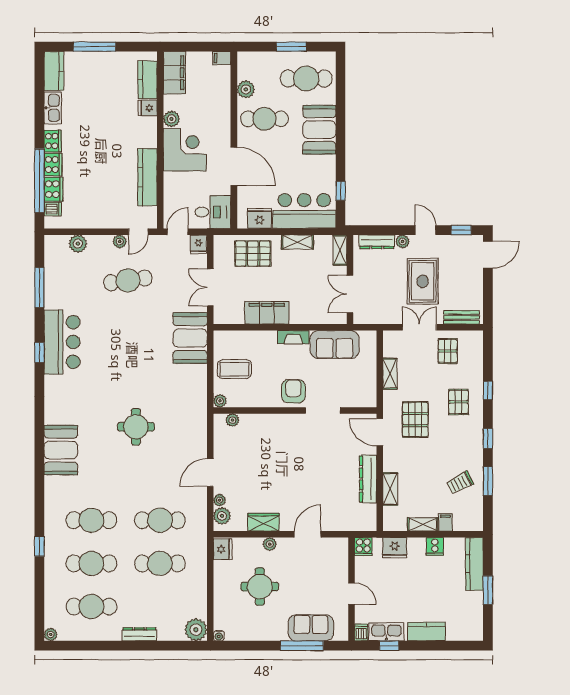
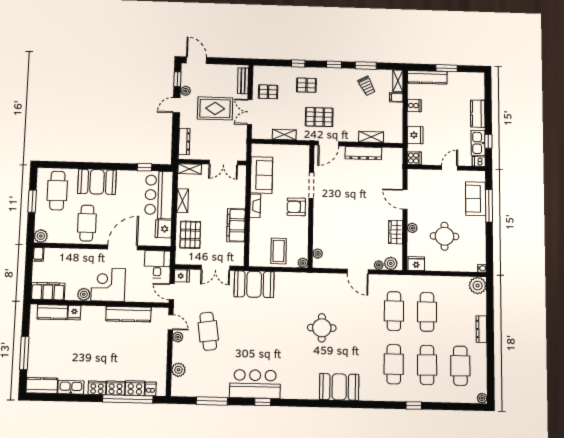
plant: (246, 89) -> (41, 236), moved
plant: (403, 241) -> (186, 91), moved
shelving: (423, 524) -> (398, 81), moved

